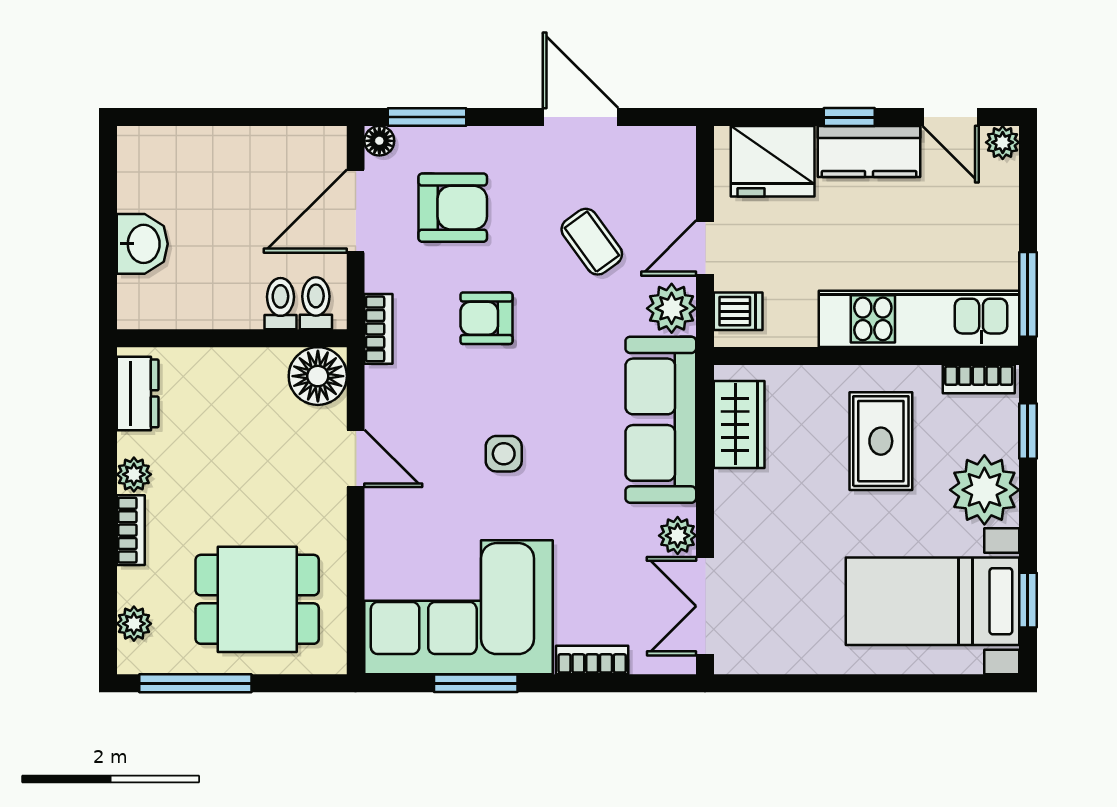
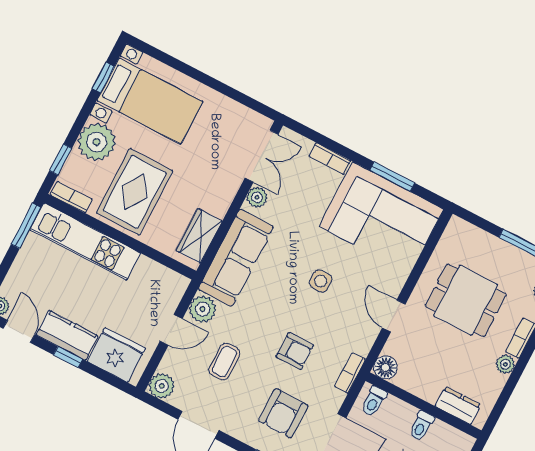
plant: (673, 149) -> (162, 386), added
armchair: (453, 208) -> (283, 413), turned -90
coffee table: (592, 242) -> (224, 362), turned 36
toilet: (280, 304) -> (421, 426), moved
dishwasher: (738, 311) -> (171, 291), removed
floor lamp: (318, 376) -> (385, 367), width x0.73, depth x0.73
dresser: (138, 393) -> (458, 405), moved, turned 90
rug: (881, 441) -> (135, 192), width x1.36, depth x1.43
dining table: (257, 599) -> (466, 300), moved

